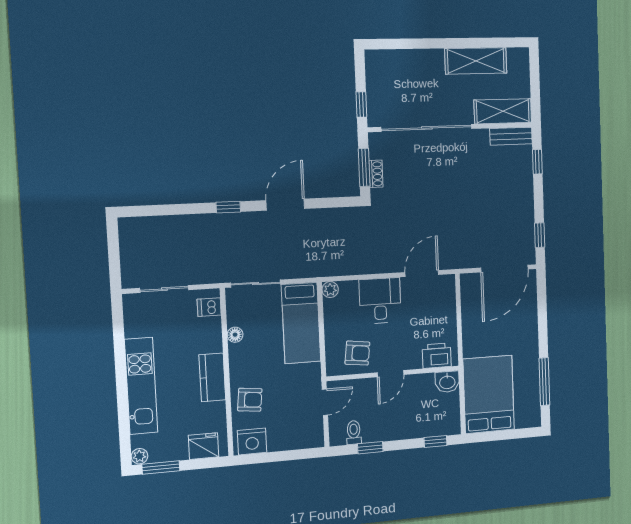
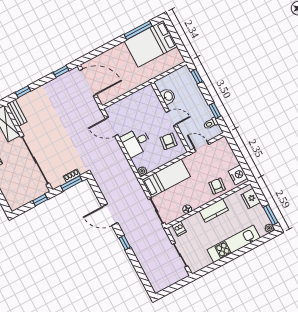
printer: (437, 356) -> (151, 98), removed
washbasin: (447, 382) -> (168, 96), moved
bed: (489, 394) -> (151, 44), moved

